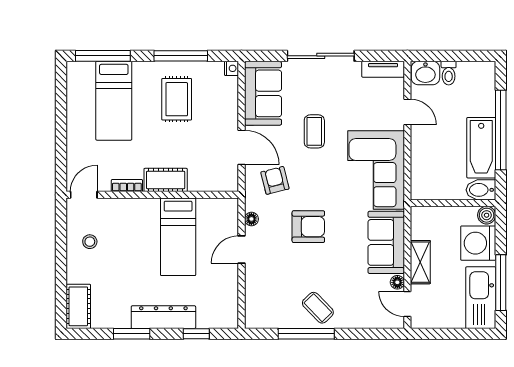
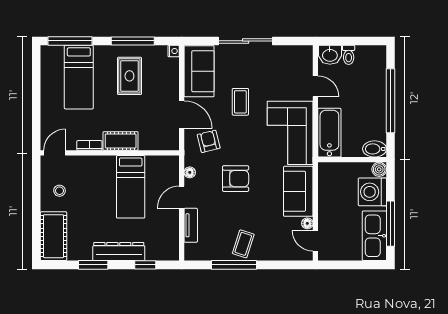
tv unit: (383, 69) -> (191, 225), moved, turned -90
bathtub: (481, 148) -> (329, 133), moved, turned 180
shelving: (420, 262) -> (326, 207), removed
cot: (78, 306) -> (54, 236), width x1.37, depth x1.34
coffee table: (318, 308) -> (243, 244), turned 62

